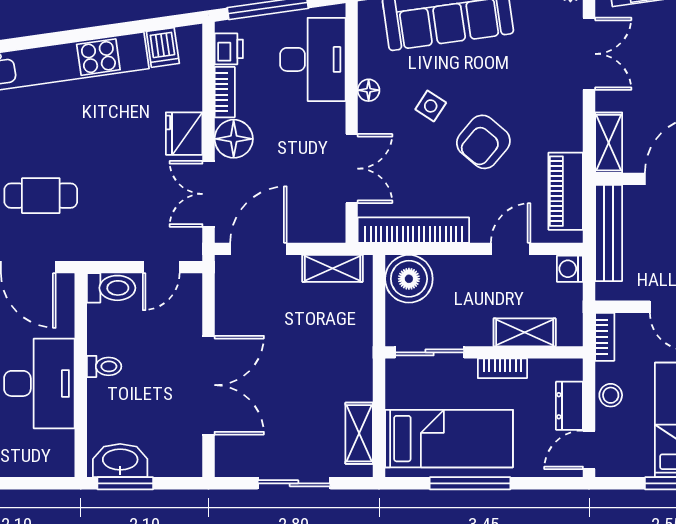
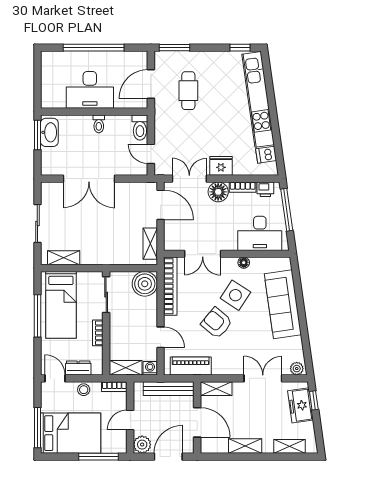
double door: (589, 54) -> (263, 378), swing flipped
side table: (431, 106) -> (235, 295), width x1.87, depth x1.87
shelving: (525, 332) -> (126, 368), moved, turned 90

